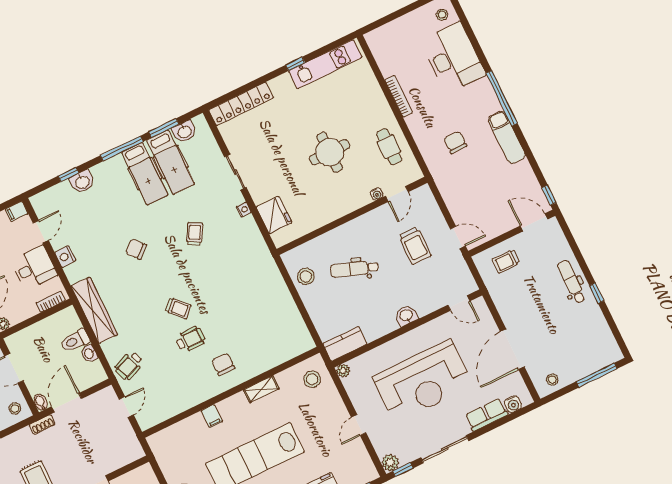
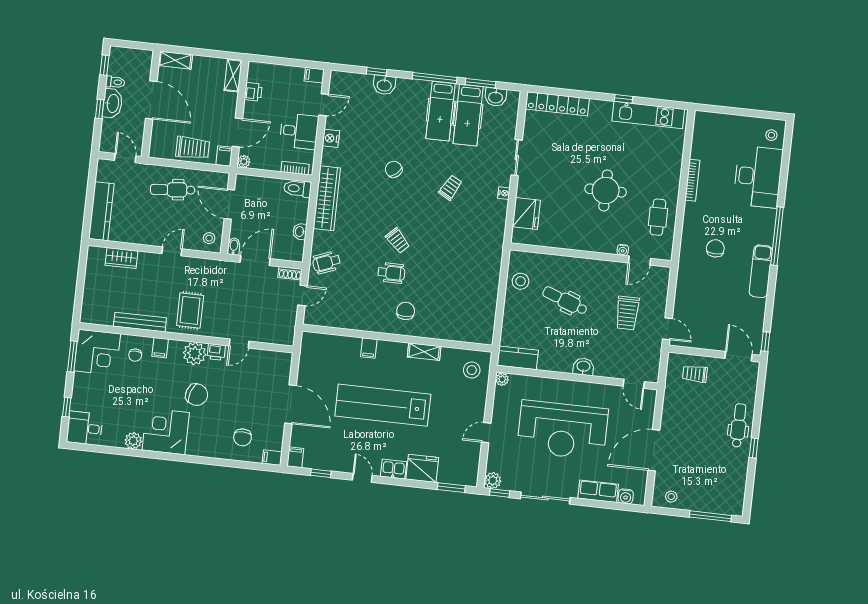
toilet: (75, 341) -> (298, 189), moved
shoe rack: (42, 425) -> (290, 273), moved

